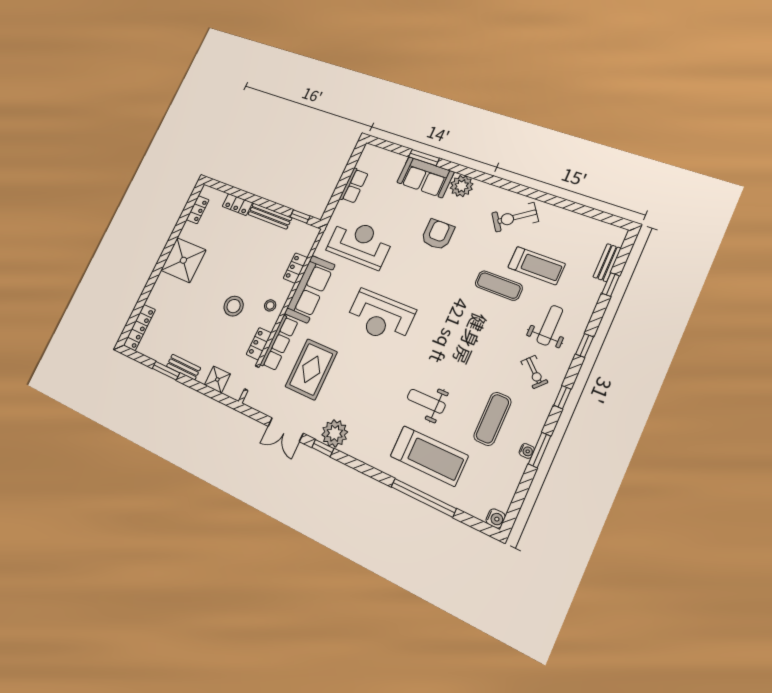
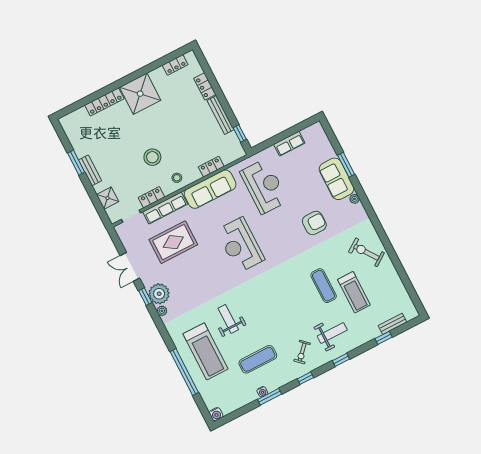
plant: (462, 186) -> (355, 199), width x0.53, depth x0.53
locker: (139, 328) -> (104, 102), moved
plant: (350, 449) -> (162, 311), added

